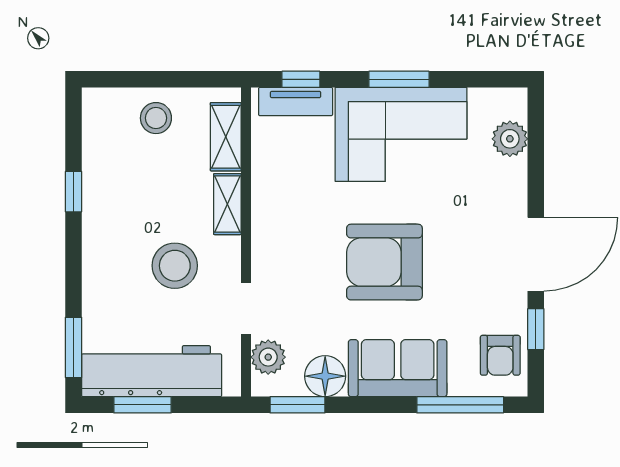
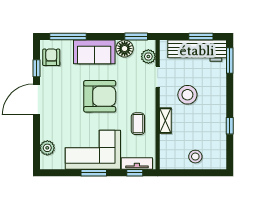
shelving: (226, 137) -> (166, 149), removed
coffee table: (293, 196) -> (138, 124), added

